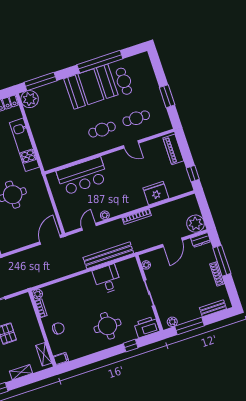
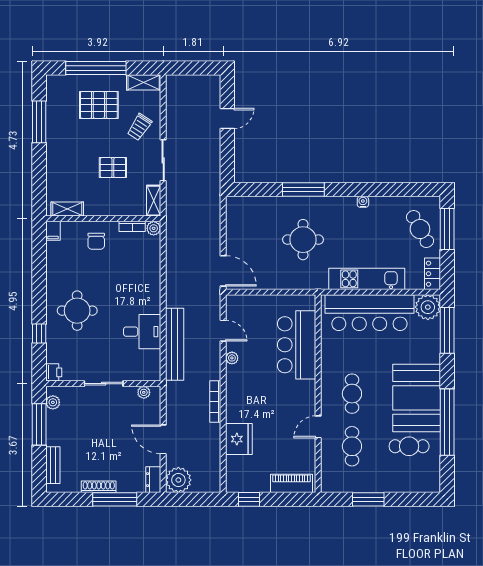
bar counter: (46, 136) -> (369, 313), added
printer: (147, 327) -> (54, 372), width x0.53, depth x0.68
shelving: (21, 372) -> (154, 201), moved

